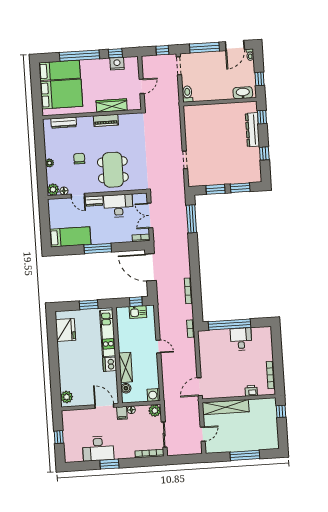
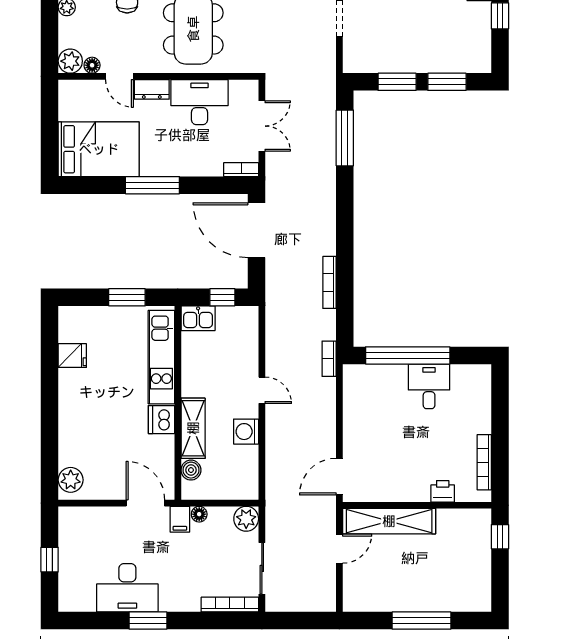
double door: (150, 216) -> (262, 126), swing flipped
bed: (70, 237) -> (99, 149), width x1.50
kitchen sink: (138, 312) -> (198, 318), moved
fridge: (65, 330) -> (72, 356), width x0.53, depth x0.75
washing machine: (154, 395) -> (246, 432), moved
door: (203, 434) -> (339, 549), moved

